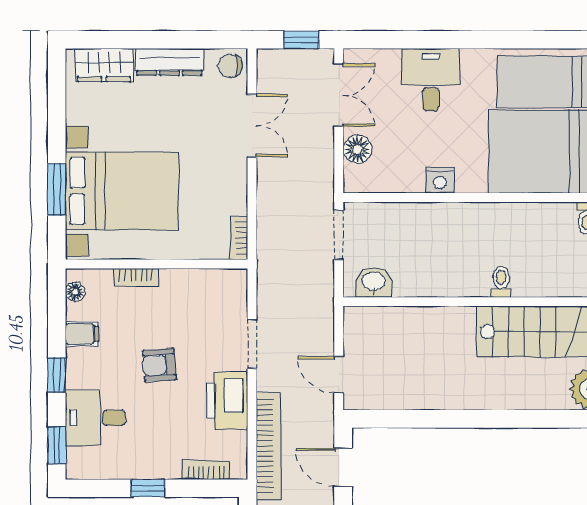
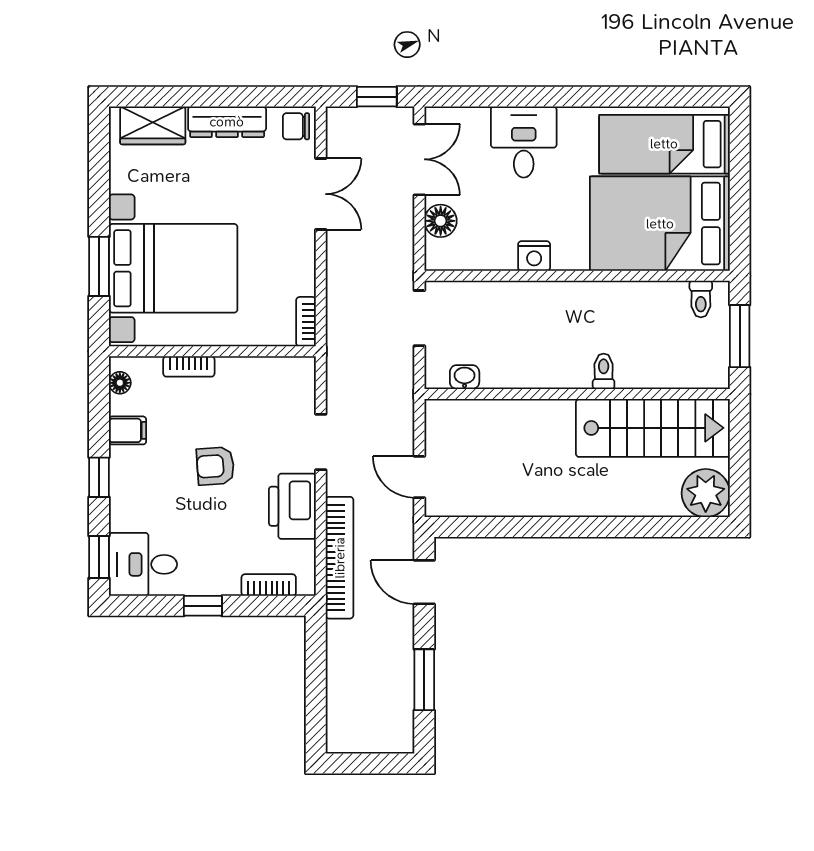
washbasin: (374, 282) -> (465, 377), width x0.72, depth x0.69
desk: (95, 418) -> (143, 564), moved

